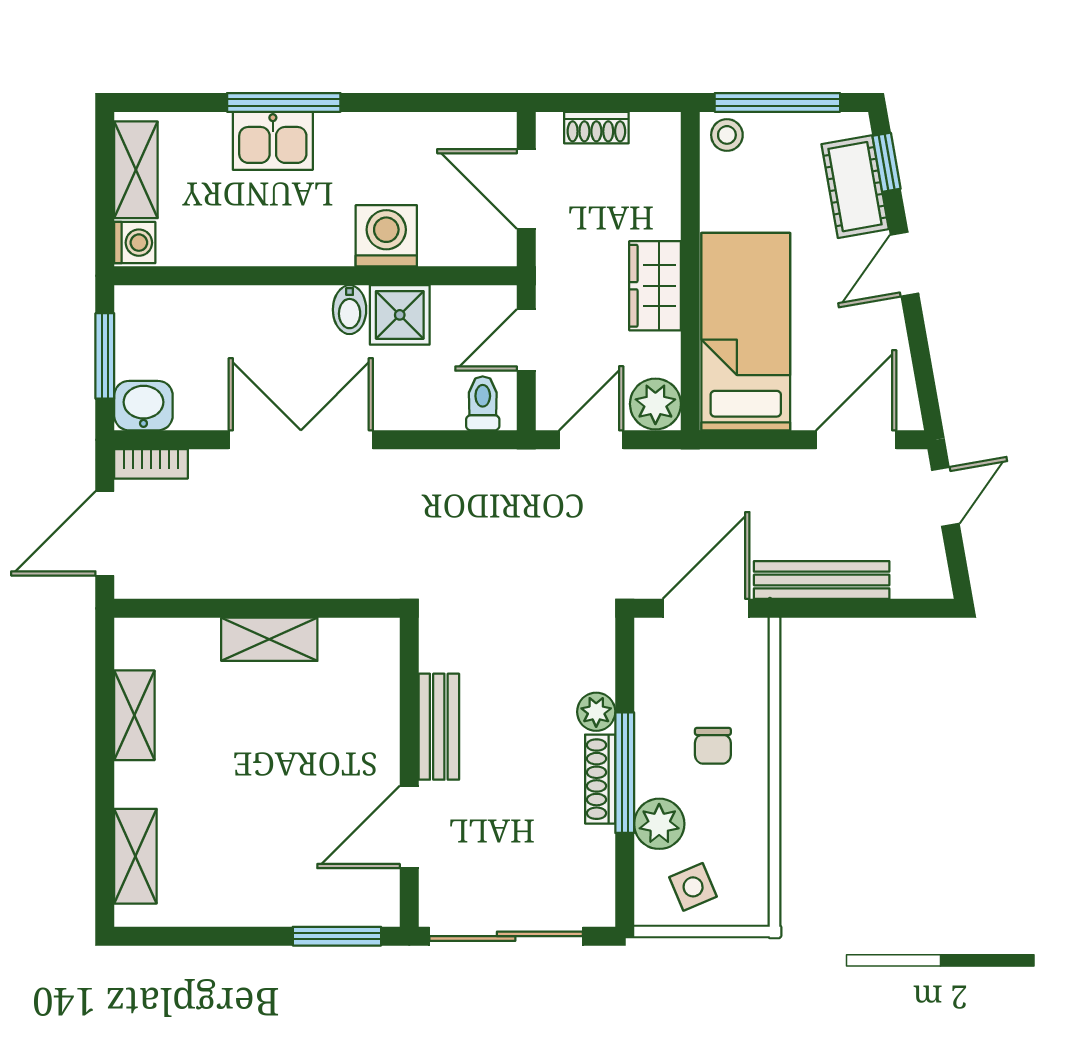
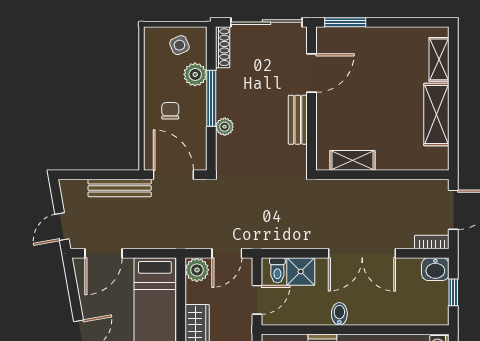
shower: (400, 315) -> (301, 272), moved
window: (105, 356) -> (453, 292), width x0.67
door: (706, 608) -> (173, 175), swing flipped
shelving: (269, 639) -> (352, 160), moved
shelving: (134, 715) -> (436, 115), width x1.50, depth x1.33
shoe rack: (600, 779) -> (223, 47), moved

